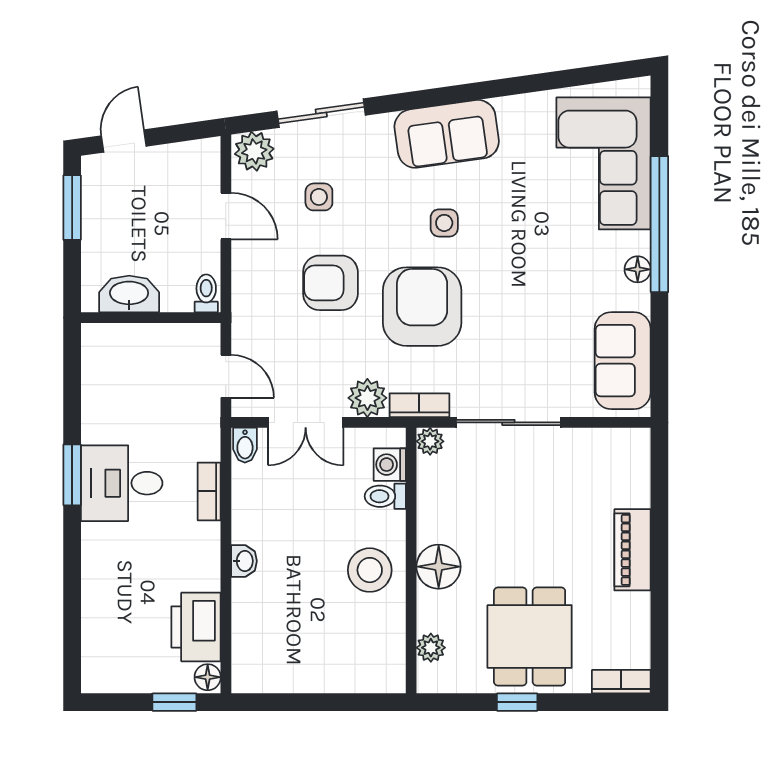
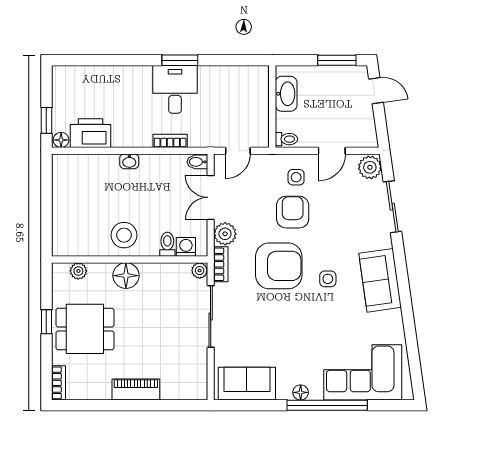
side table: (319, 197) -> (296, 177), moved

